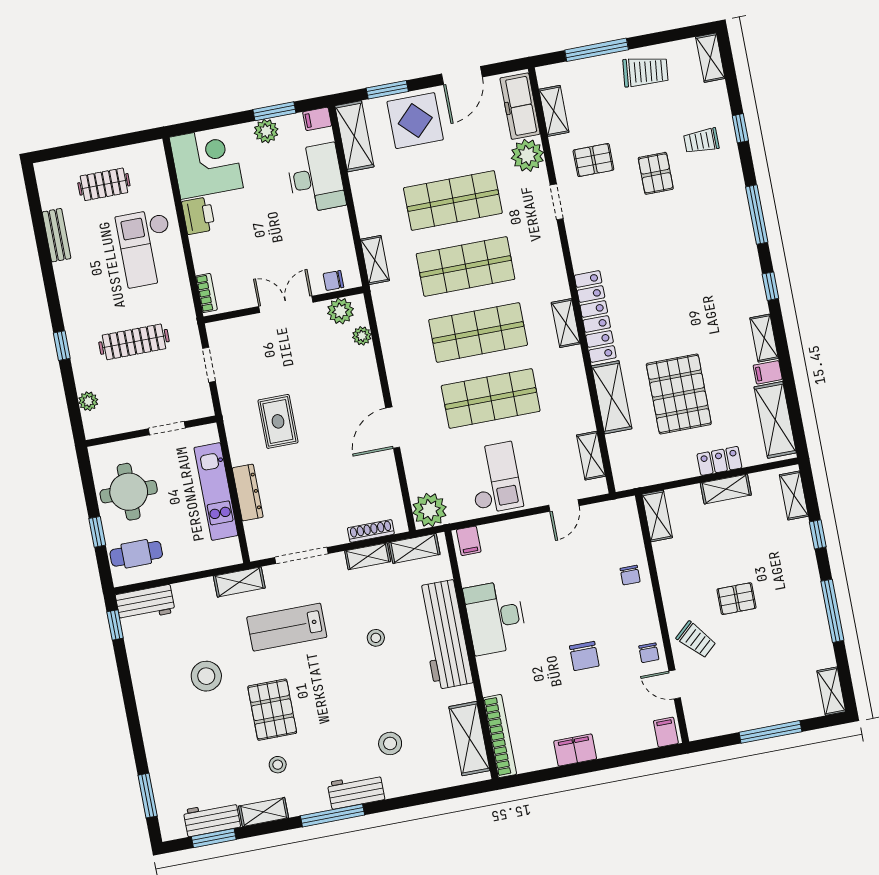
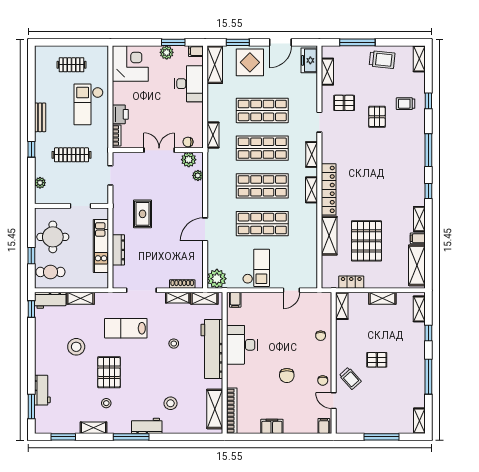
freezer: (520, 106) -> (309, 60), width x0.71
plant: (527, 155) -> (308, 93), removed
printer: (198, 216) -> (120, 114), moved
bench: (57, 235) -> (40, 117), moved
shelving: (591, 456) -> (312, 155), moved
locker: (719, 461) -> (351, 282), moved
shelving: (239, 582) -> (80, 298), moved
workbench: (212, 818) -> (42, 390), moved, turned 90

